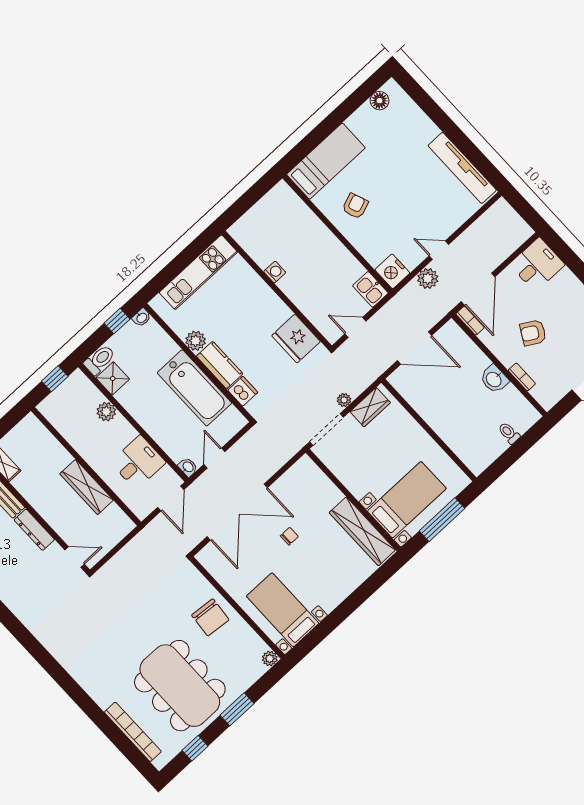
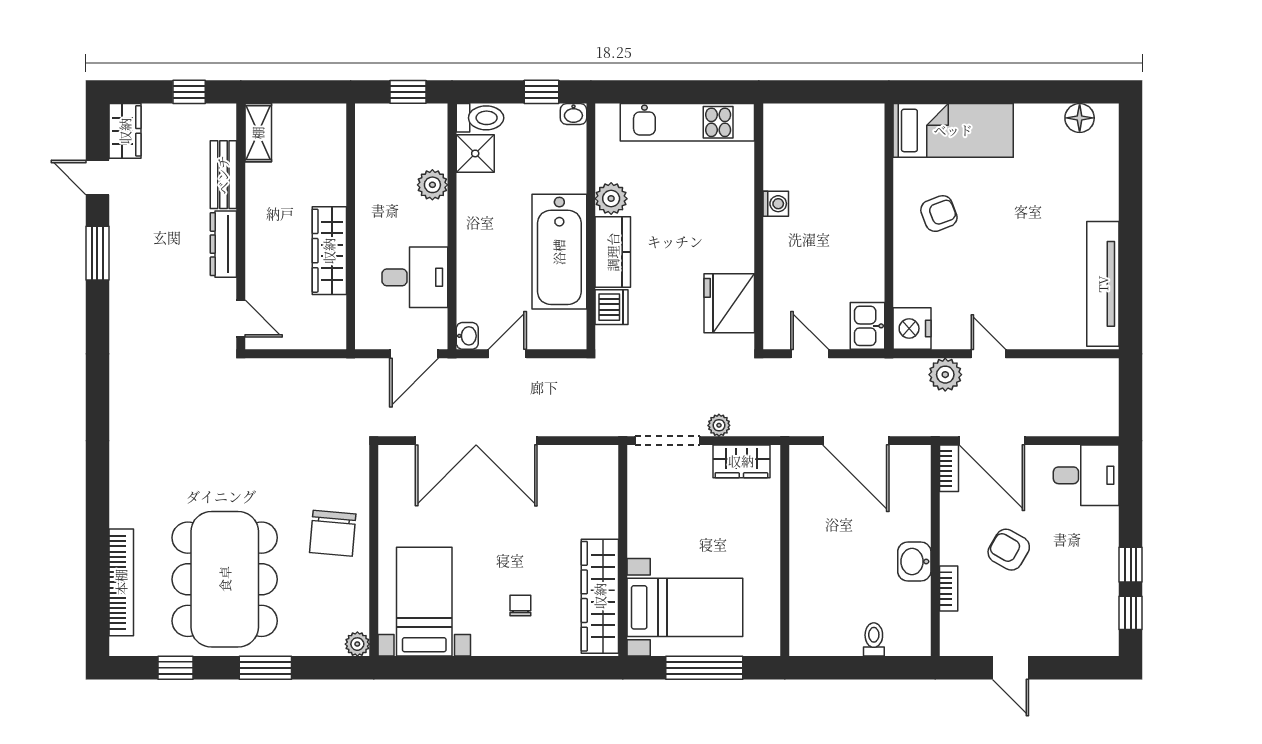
door: (478, 289) -> (992, 441), hinge flipped
chair: (289, 536) -> (520, 606), moved, turned -90

